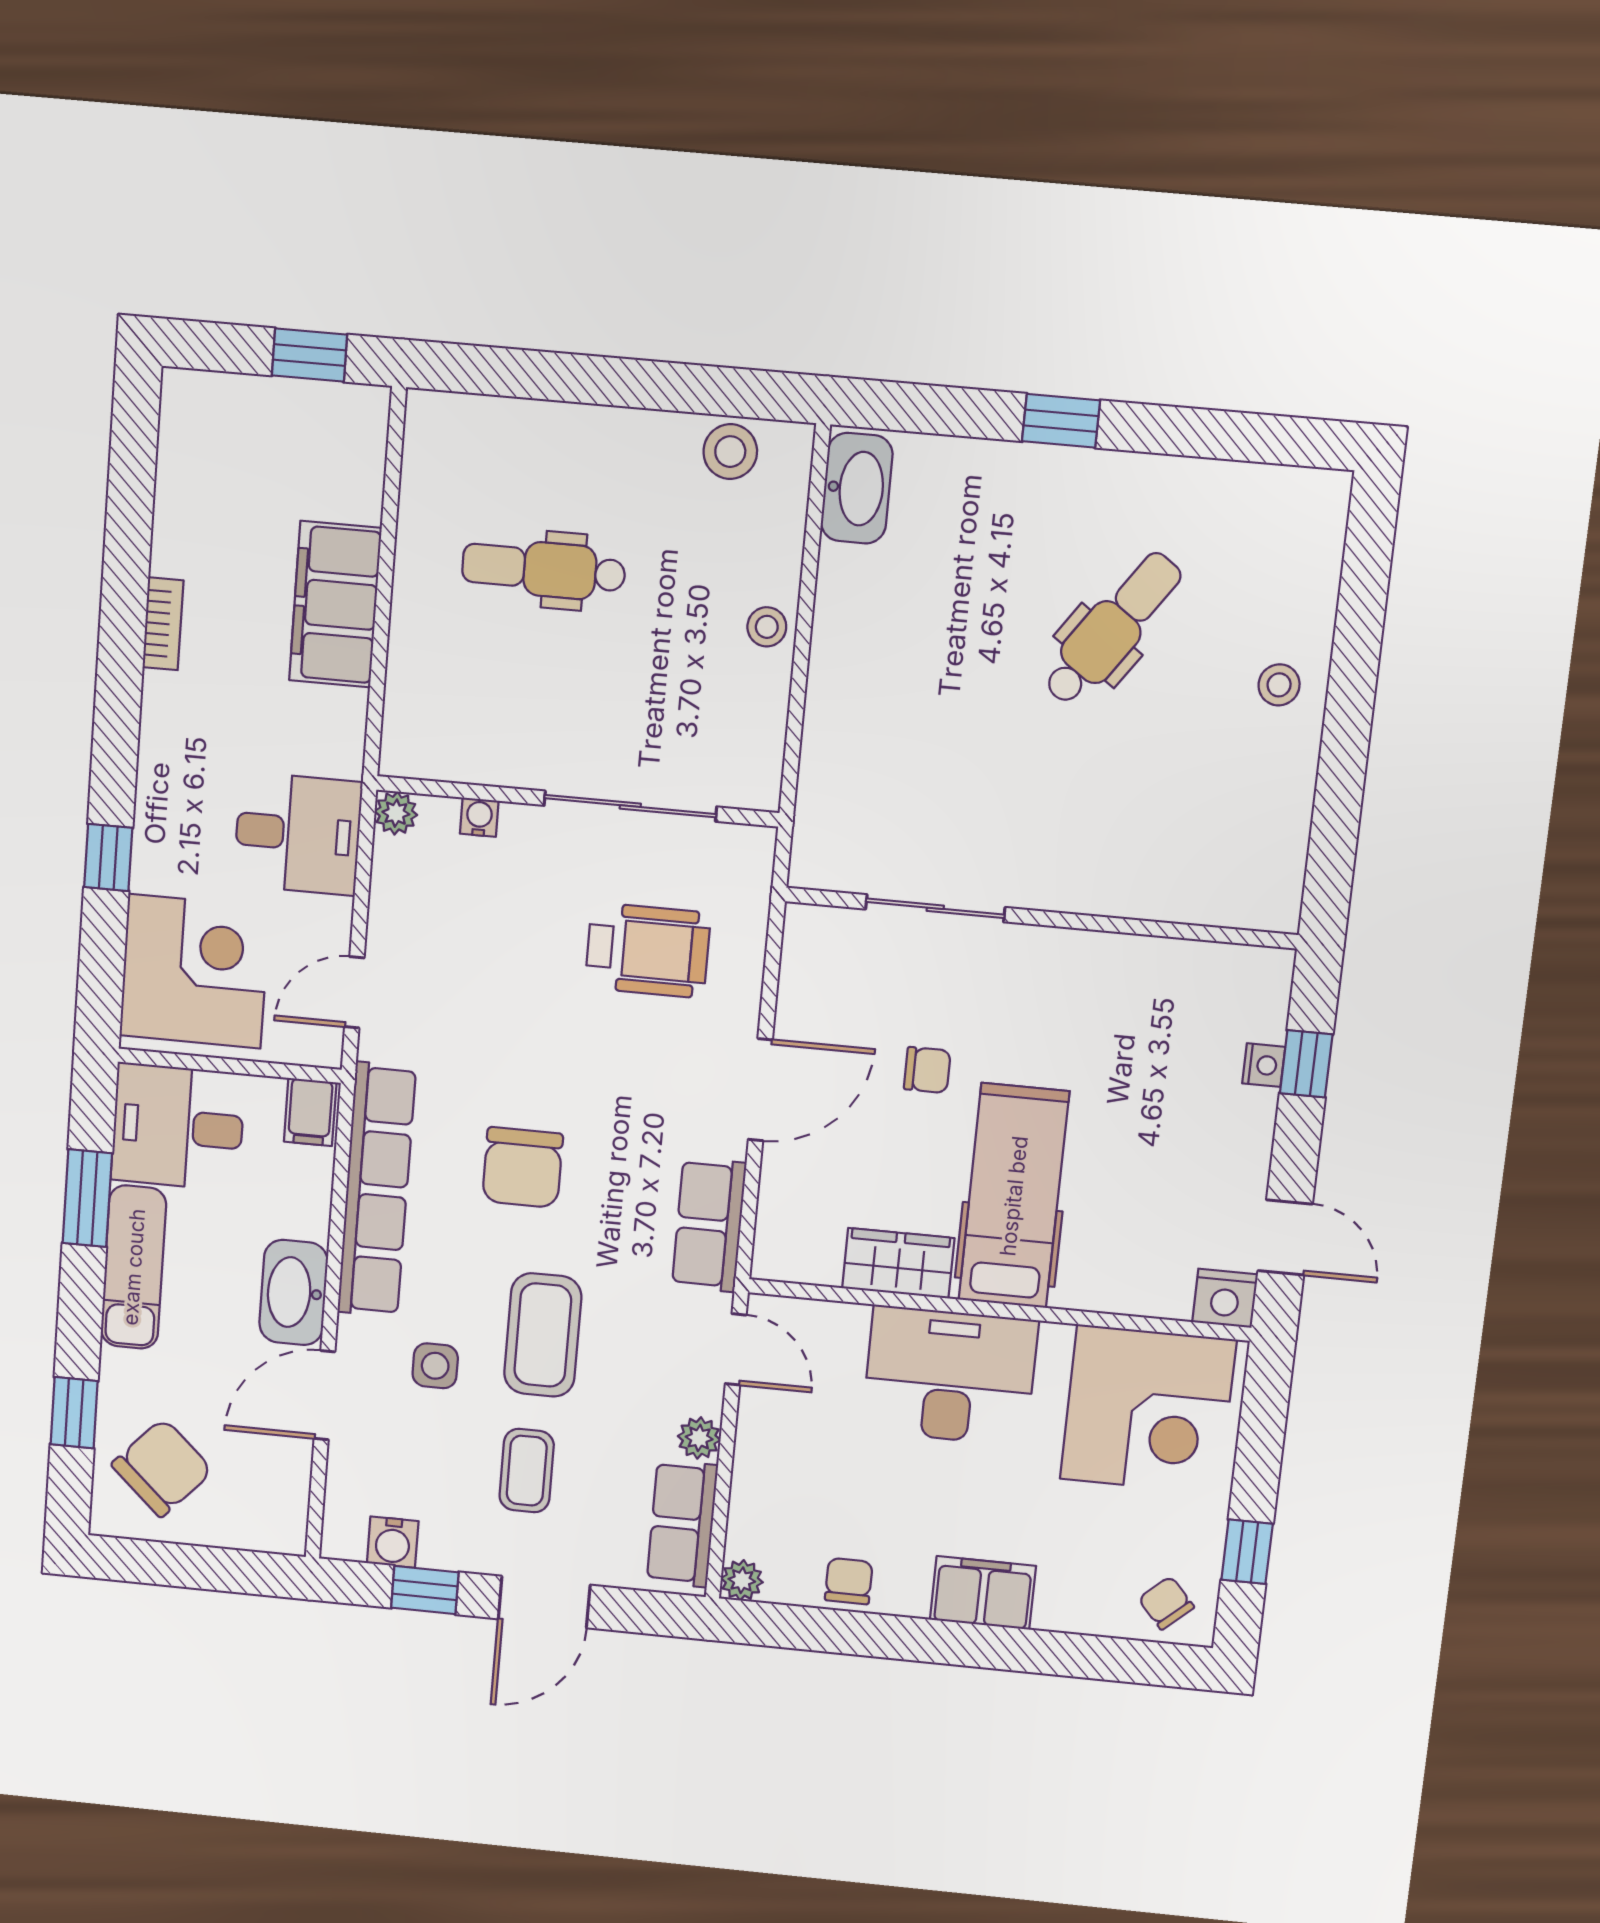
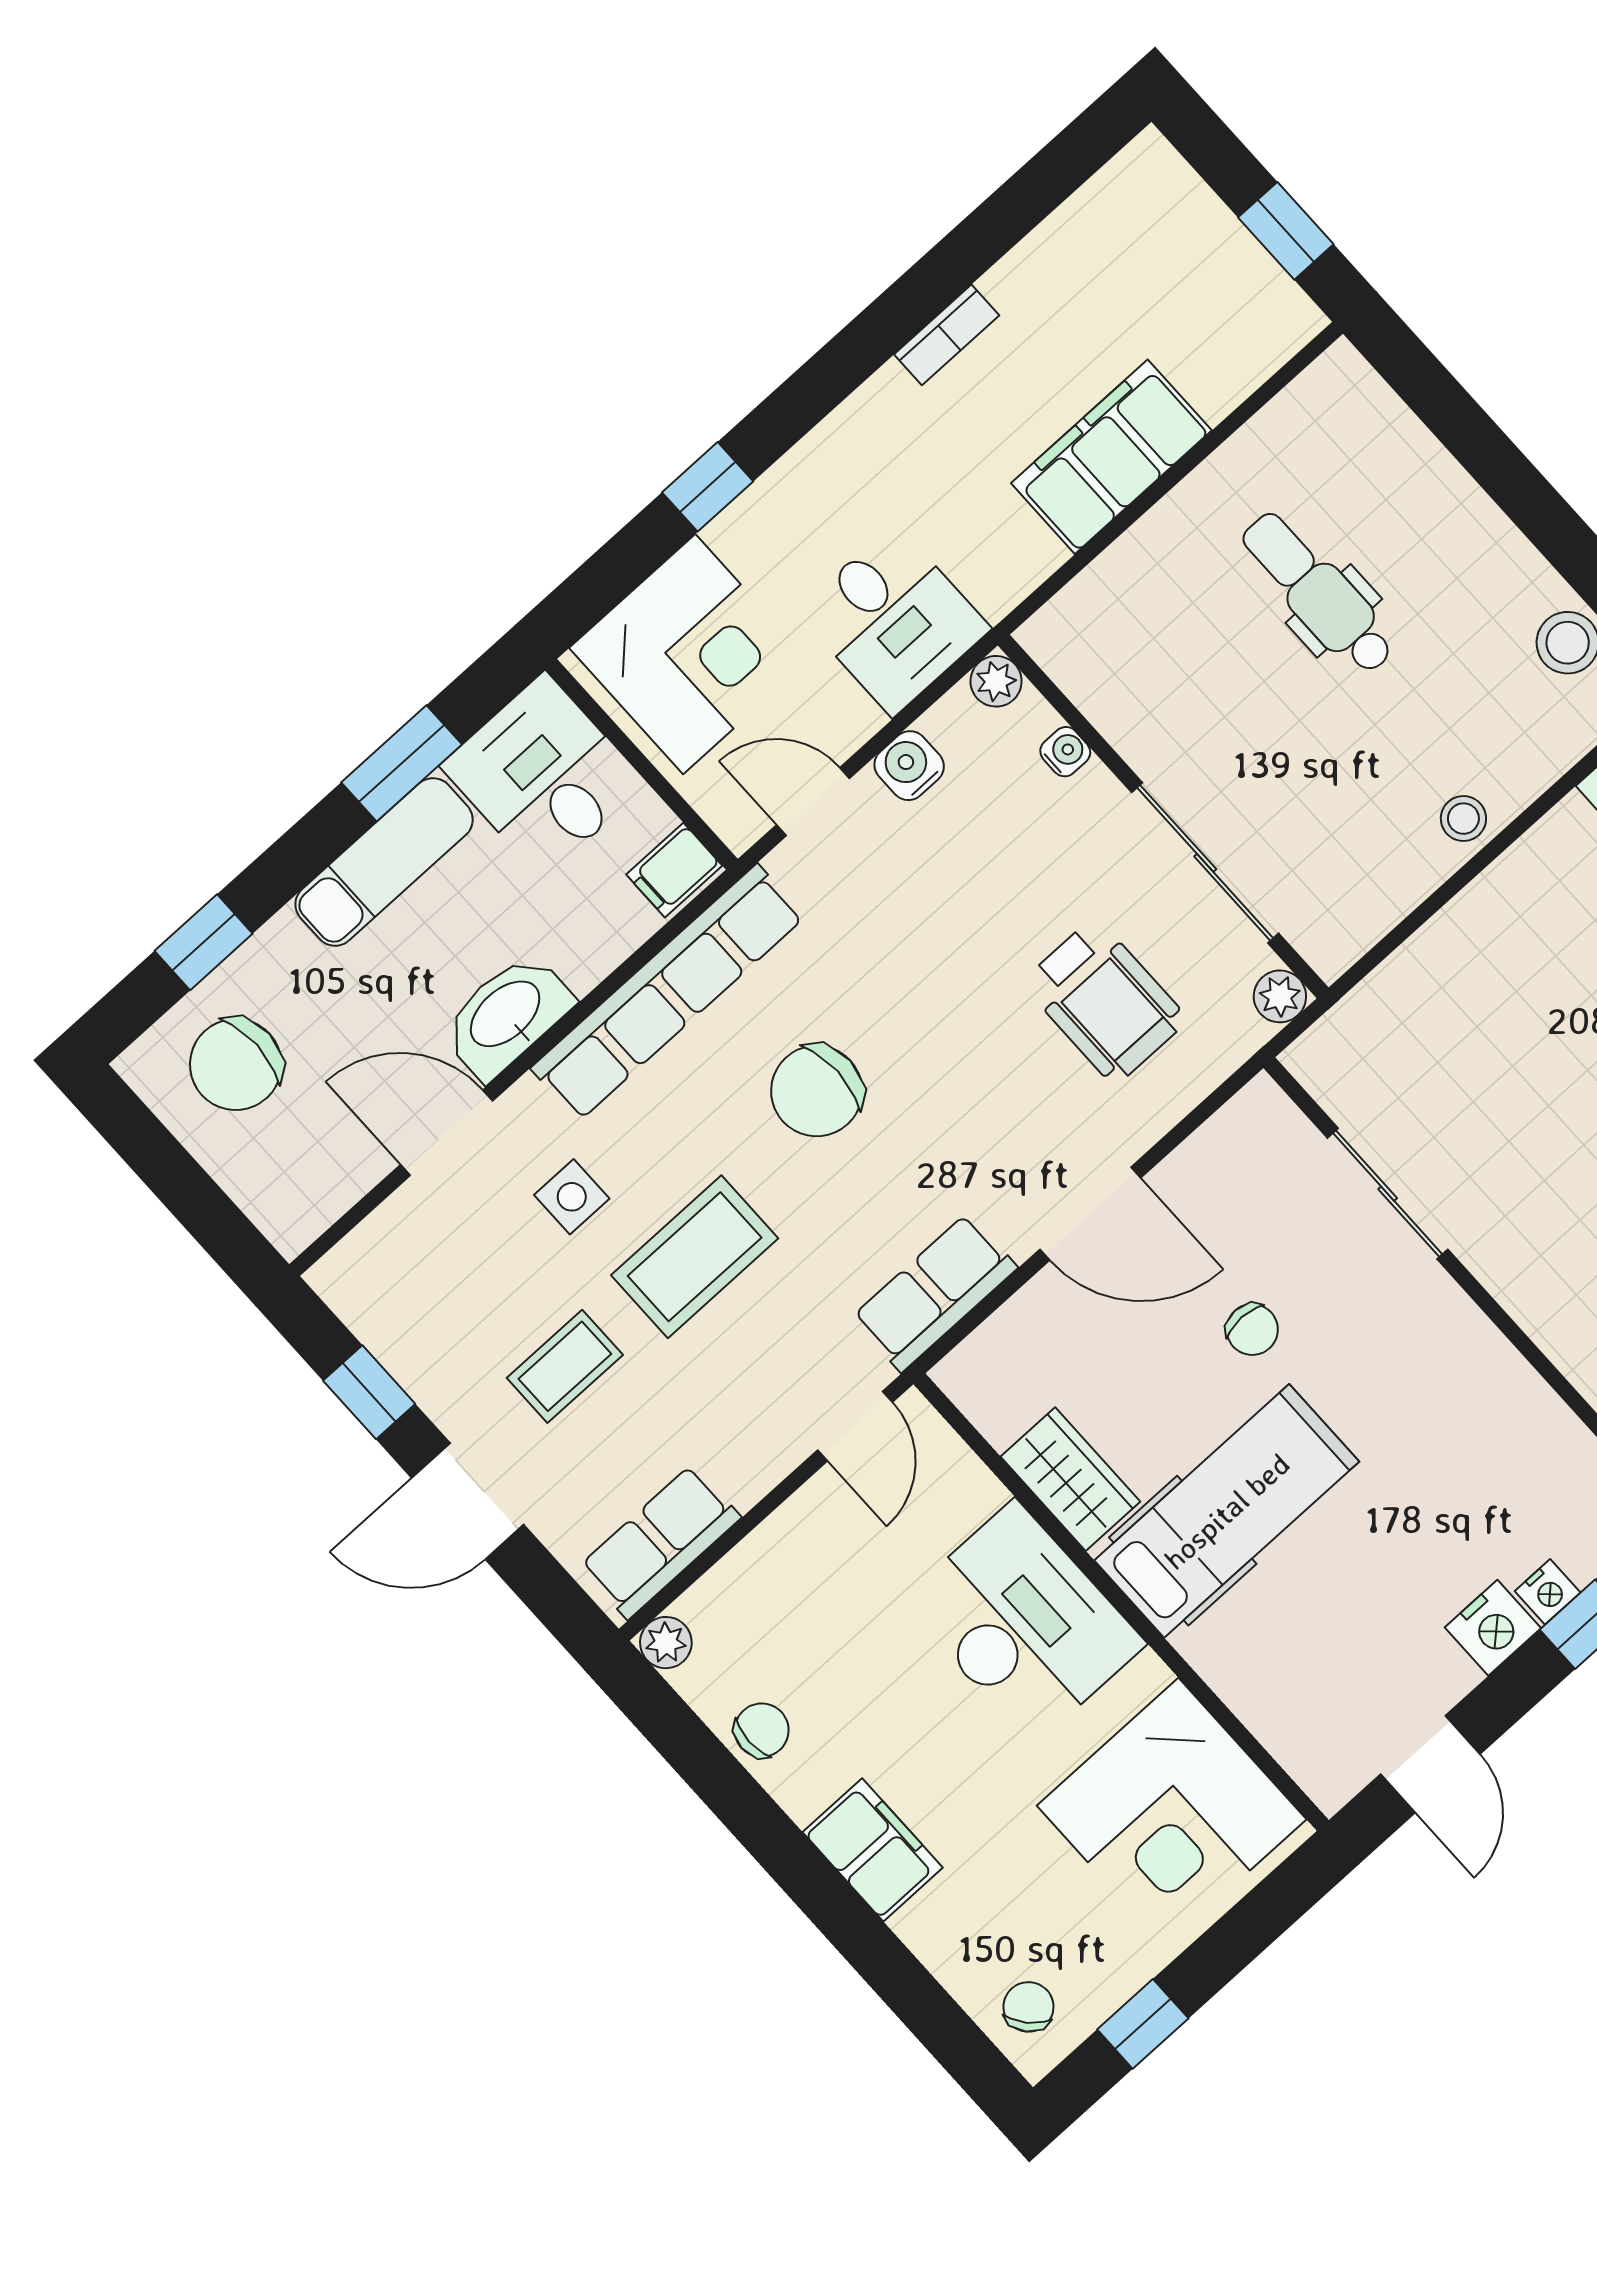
nightstand: (1225, 1298) -> (1493, 1628), moved, turned -90
plant: (699, 1438) -> (1280, 996), moved
chair: (162, 1468) -> (236, 1064), turned 137
water cooler: (393, 1542) -> (909, 766), moved, turned 90

